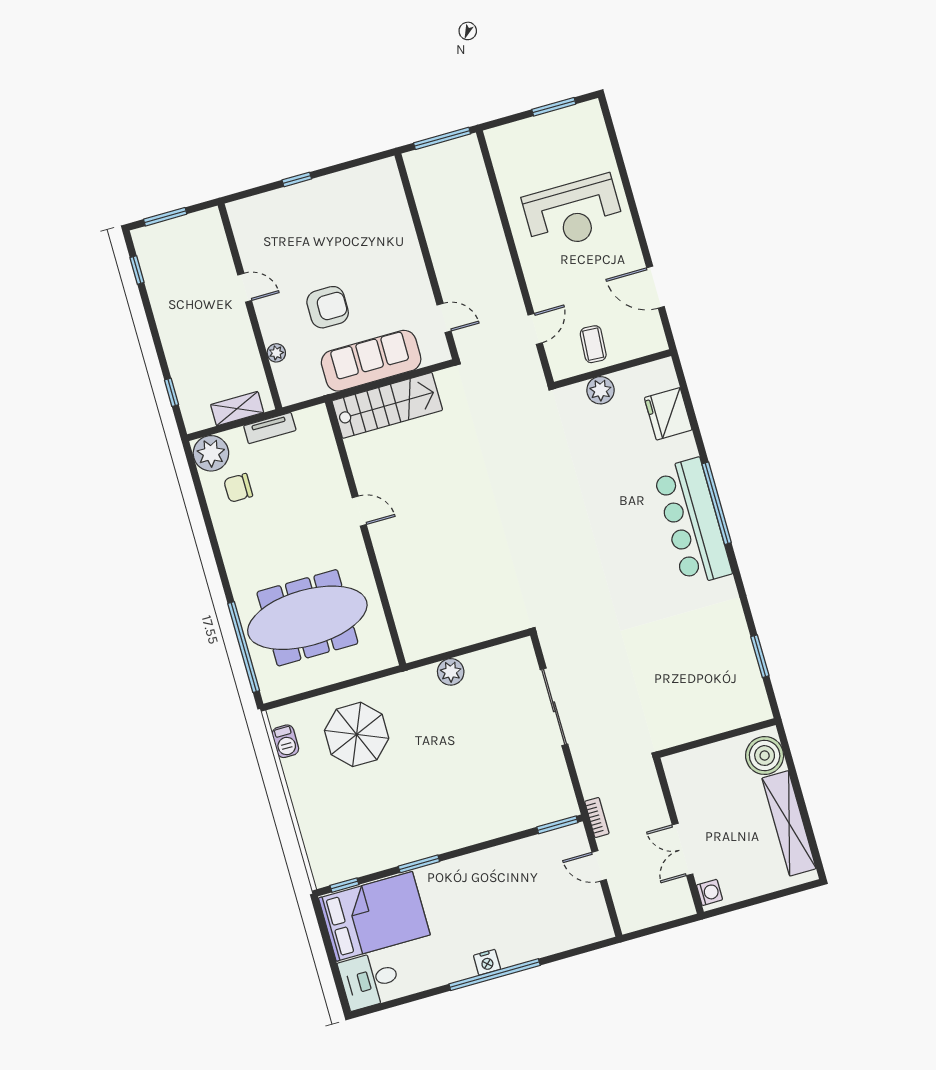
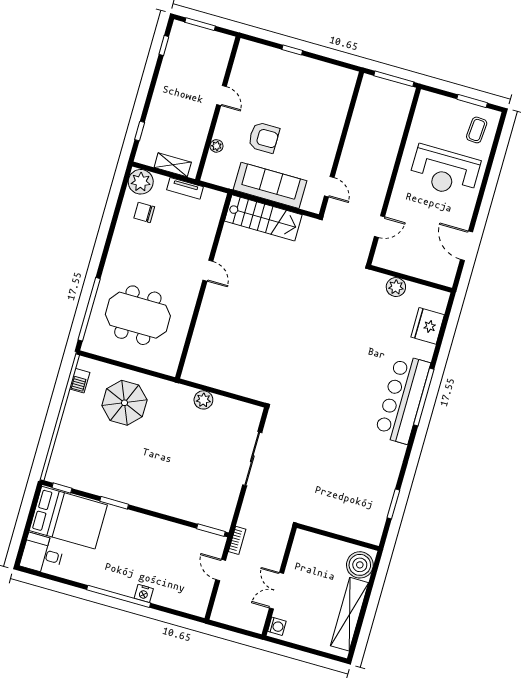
coffee table: (593, 344) -> (477, 130), moved
meeting table: (307, 618) -> (138, 315), width x0.73
nightstand: (487, 962) -> (144, 593), moved

